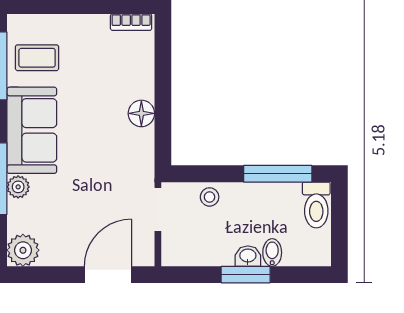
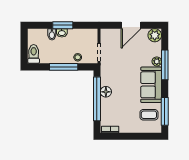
window: (163, 96) -> (97, 99), added
window: (278, 174) -> (64, 67), moved
door: (108, 275) -> (131, 25), moved

